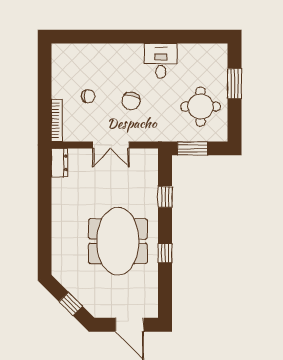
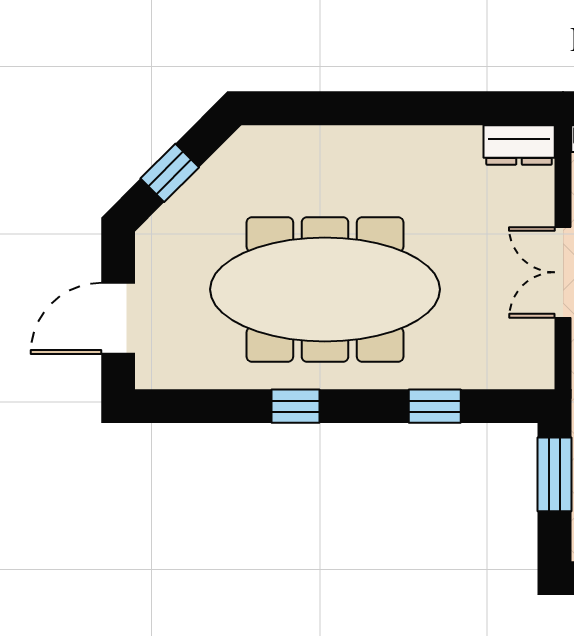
meeting table: (118, 241) -> (325, 289), width x1.36

